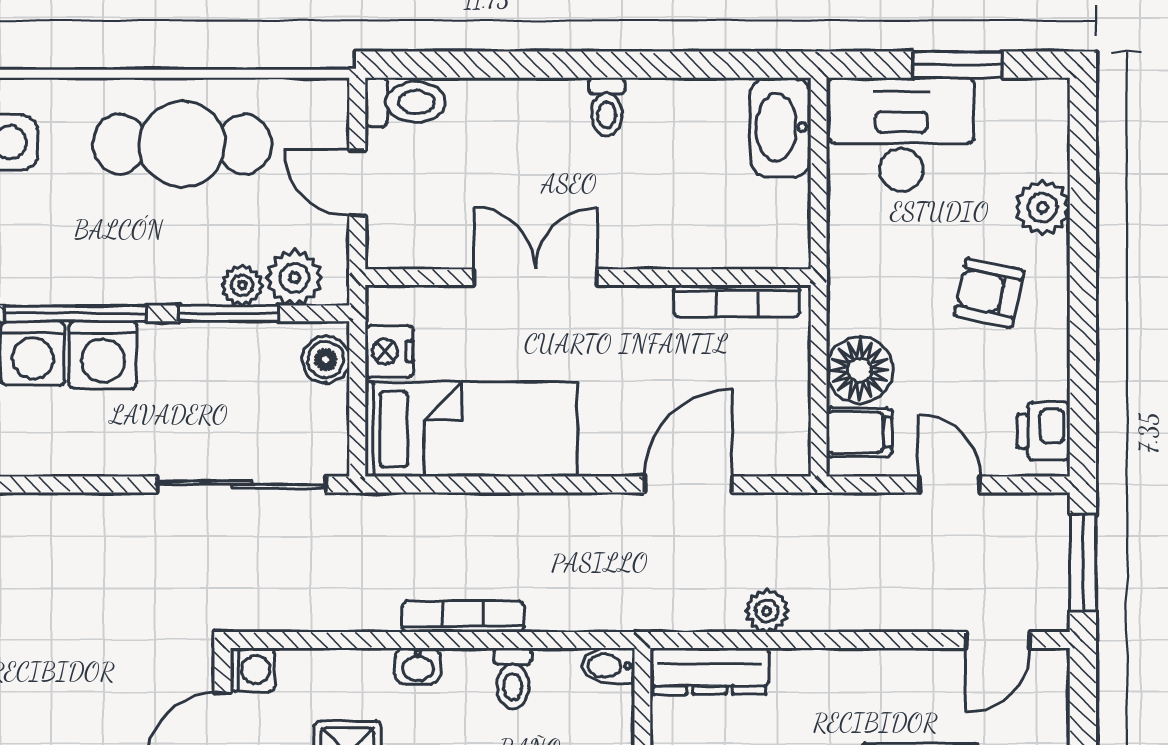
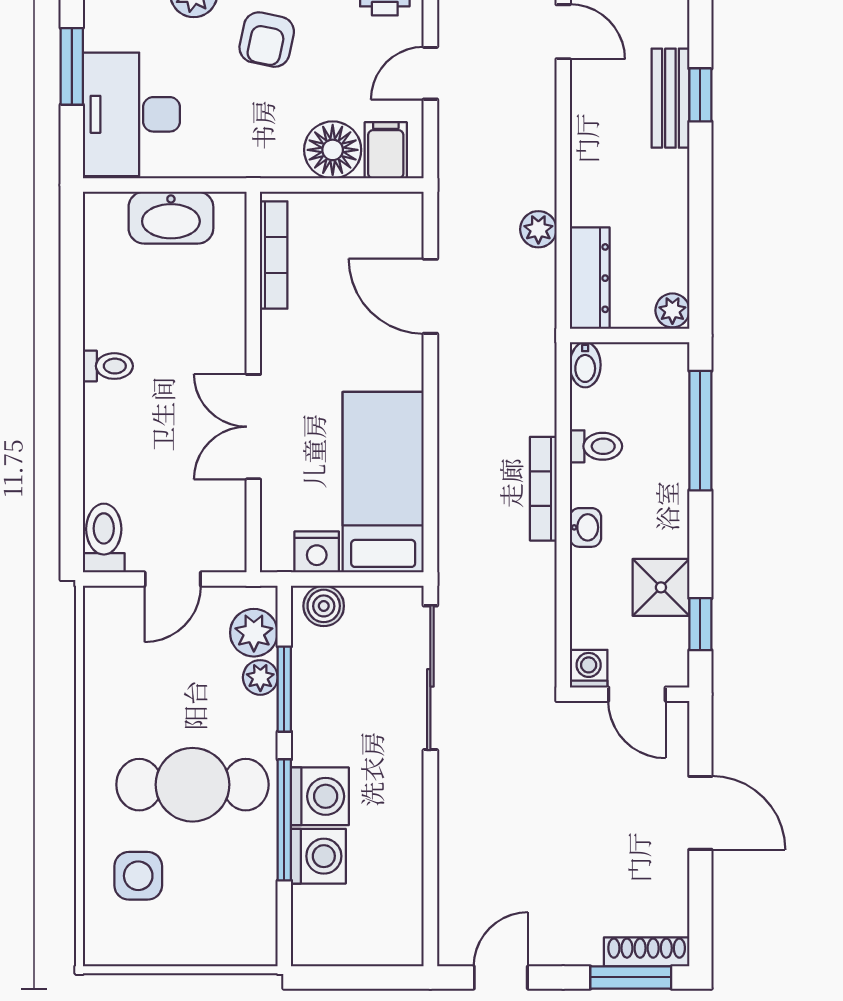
washbasin: (780, 127) -> (171, 218), moved
cafe table: (182, 144) -> (192, 785), moved, turned 90

